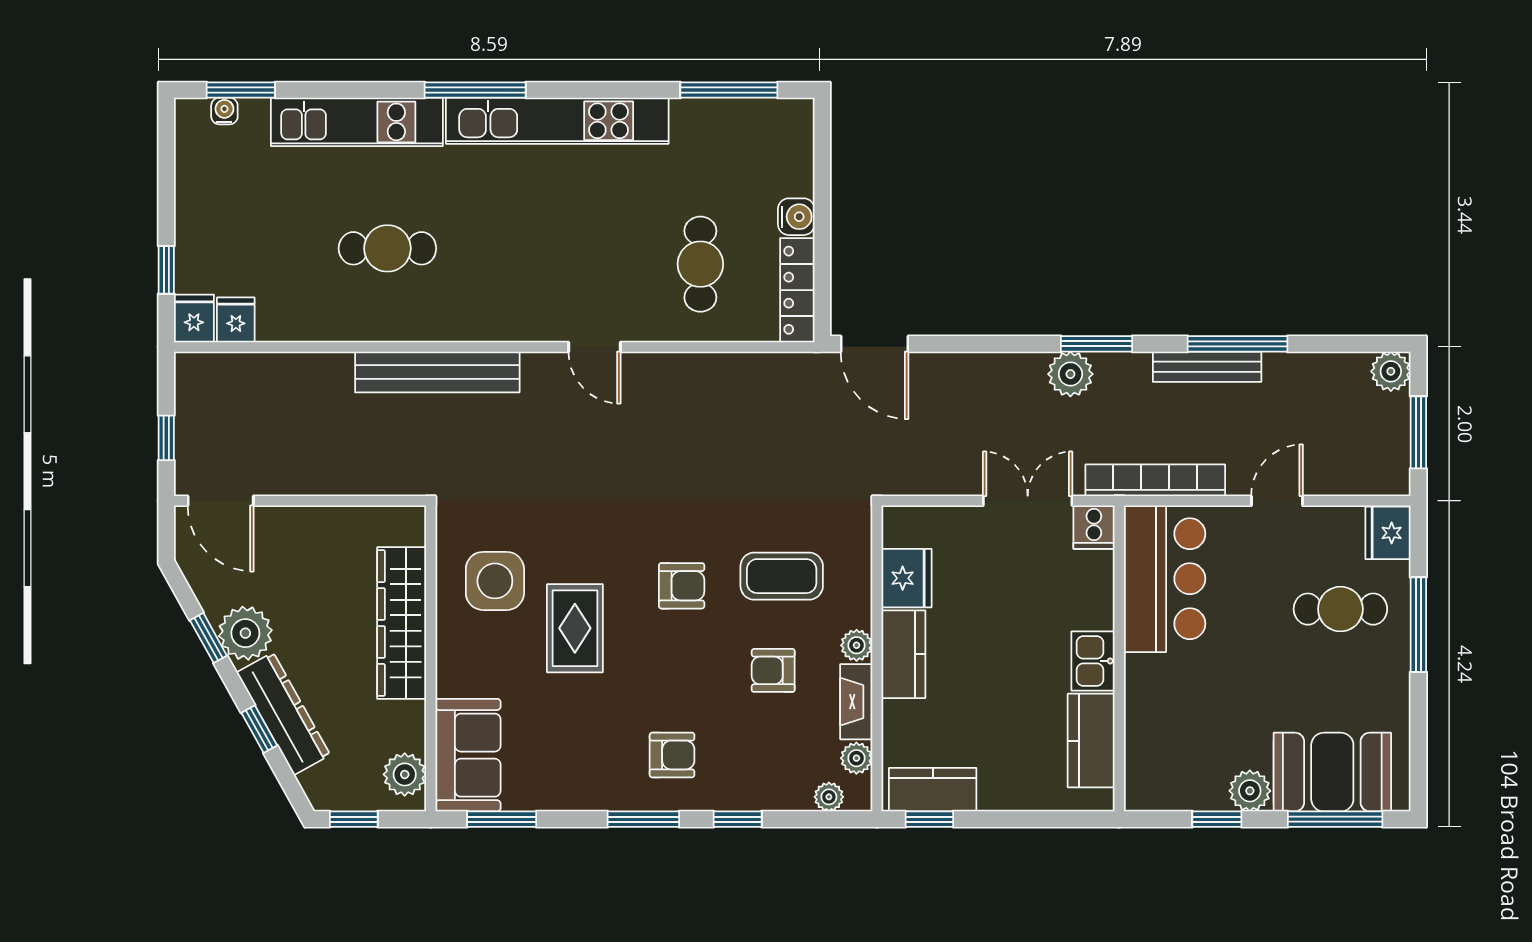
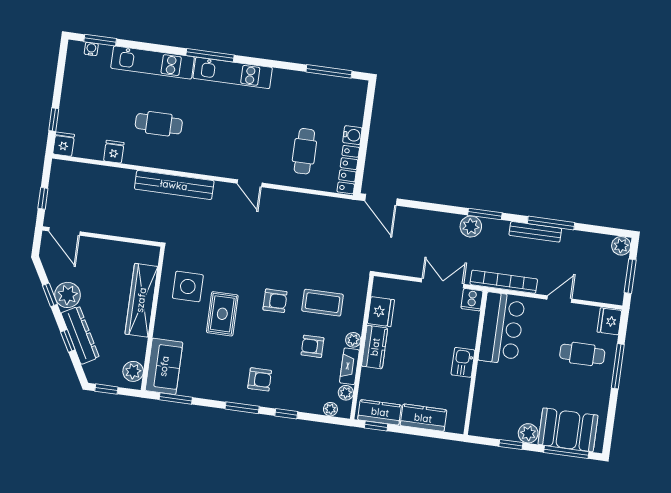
kitchen unit: (557, 121) -> (233, 73), width x0.73
fridge: (236, 320) -> (114, 152), moved
kitchen counter: (1091, 741) -> (423, 418), moved, turned 90

